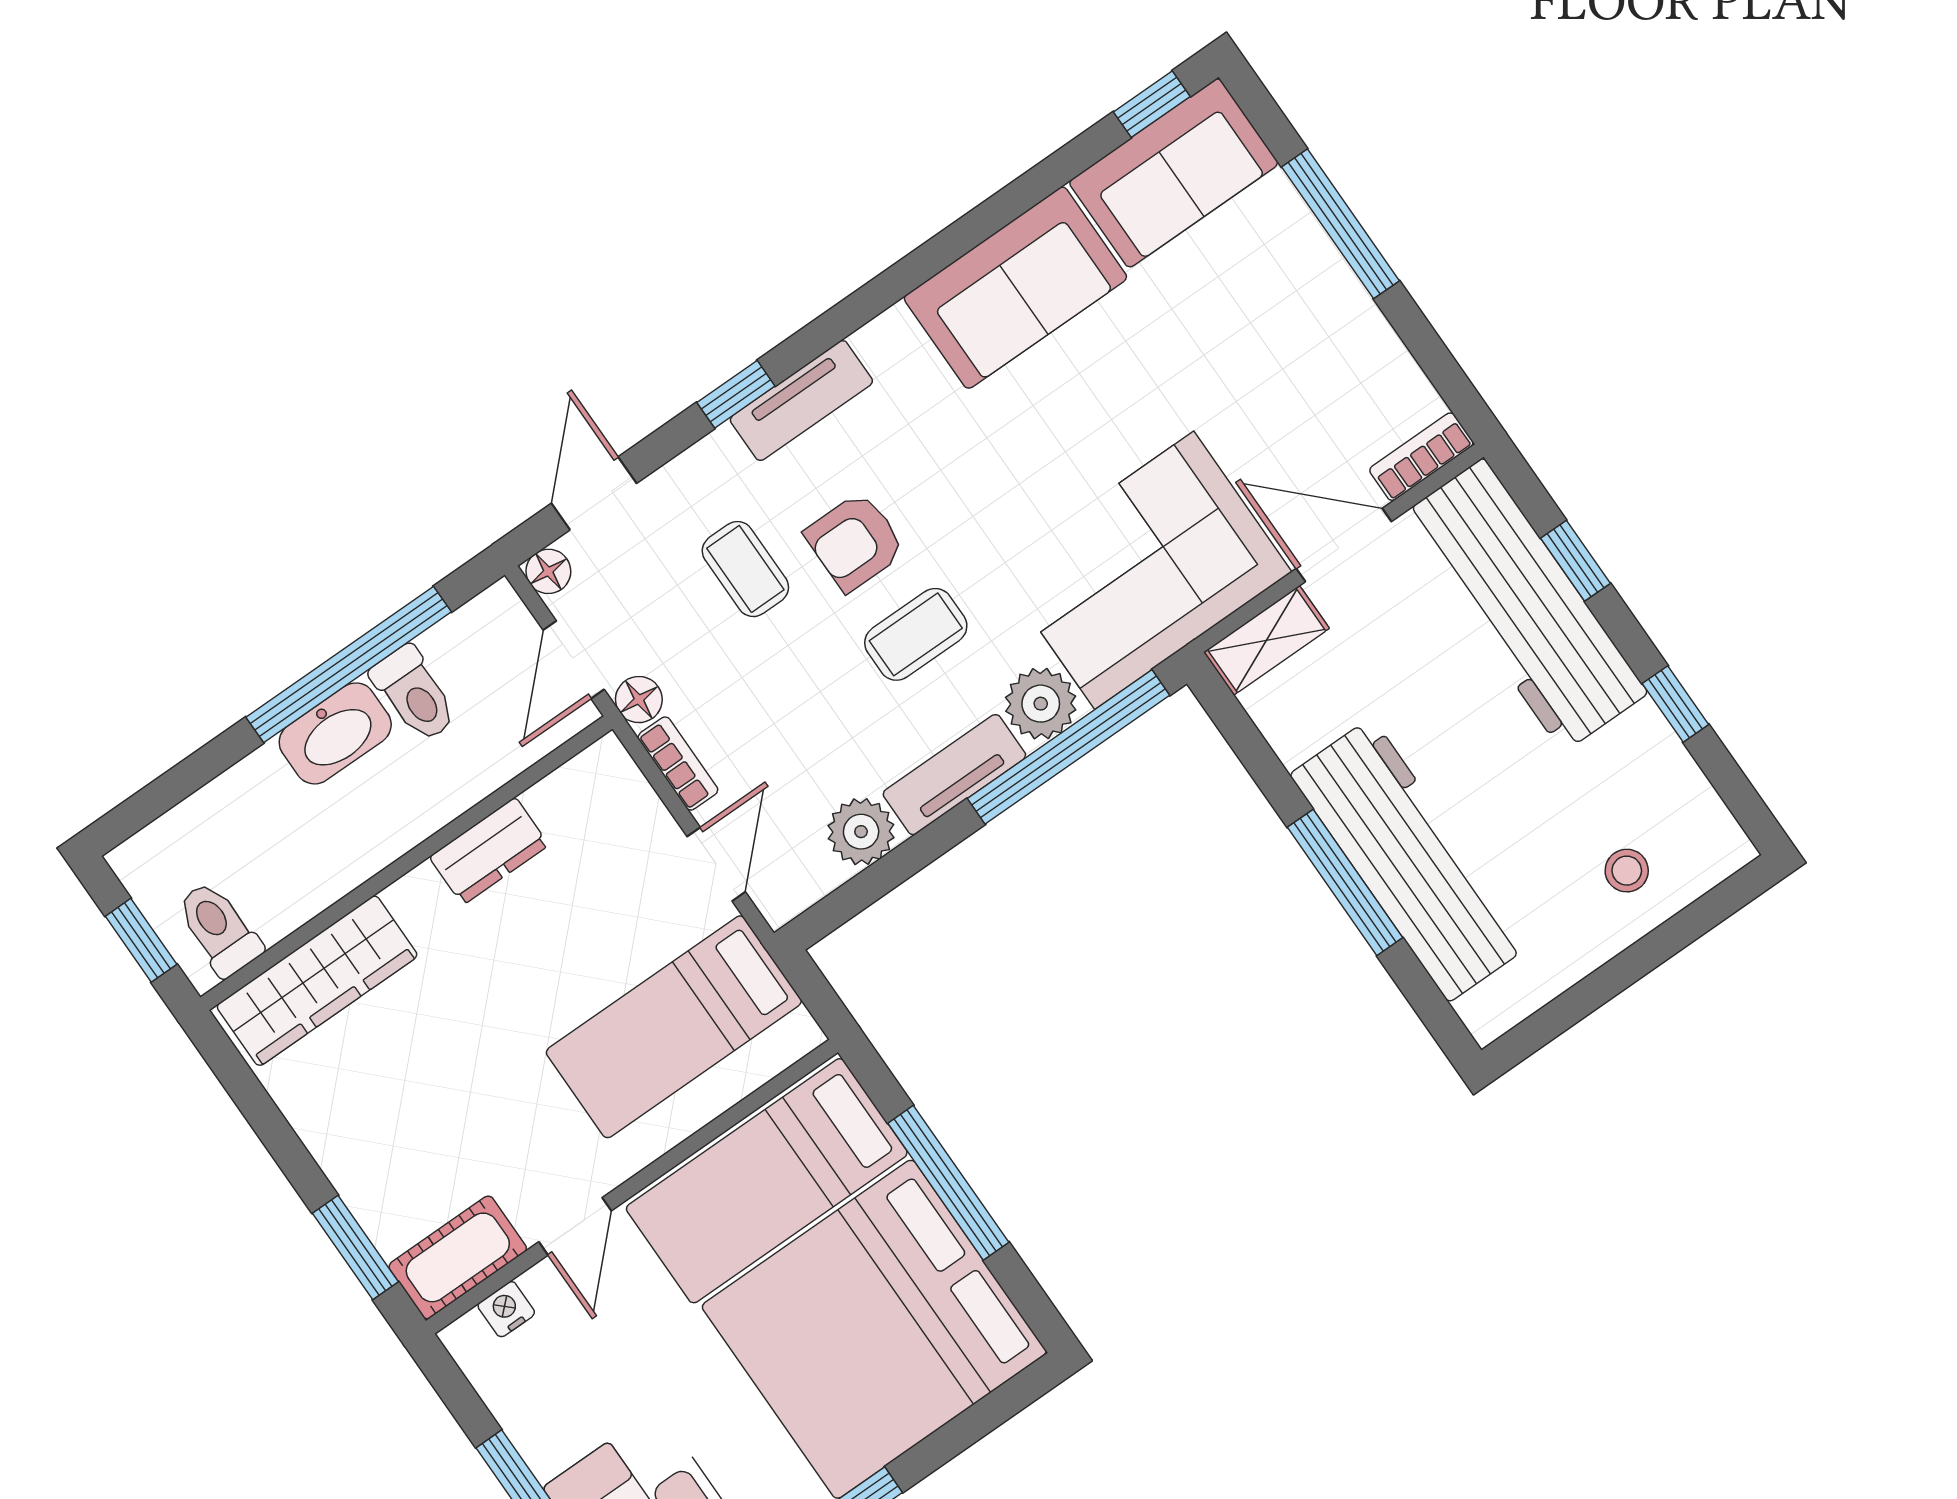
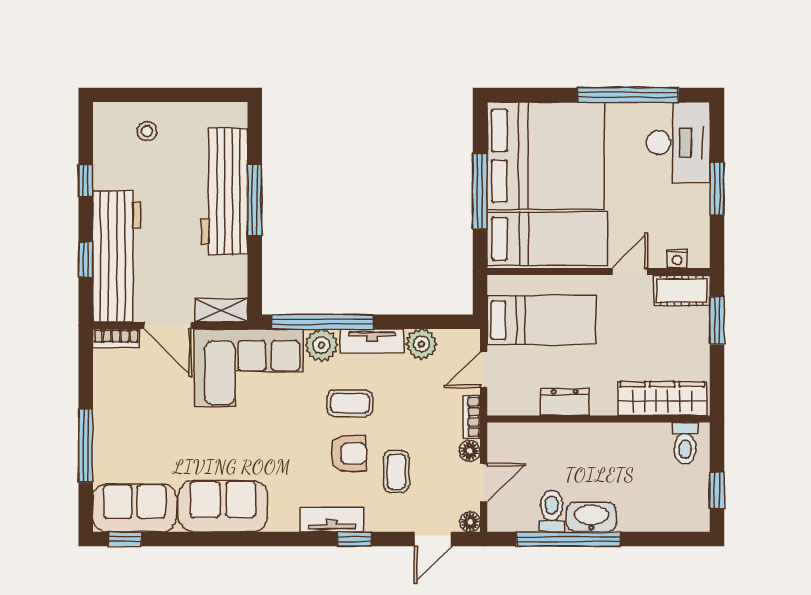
dresser: (489, 851) -> (565, 402), moved
wall: (406, 863) -> (599, 419), moved
toilet: (219, 929) -> (685, 443), moved
wardrobe: (317, 981) -> (662, 399), moved

